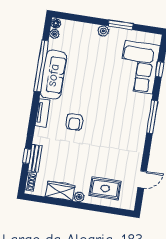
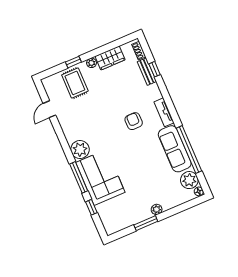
plant: (54, 34) -> (189, 180), width x1.88, depth x1.88
corner sofa: (139, 67) -> (100, 177), moved
window: (152, 117) -> (79, 177), moved
plant: (138, 127) -> (80, 150), added
rug: (105, 188) -> (75, 83), turned 90
window: (95, 208) -> (73, 62), added

